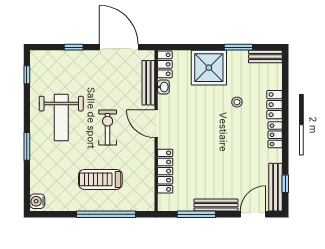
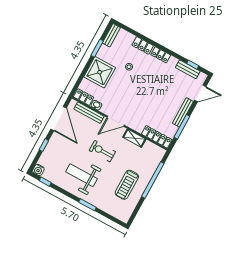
door: (119, 47) -> (59, 119), swing flipped
weight bench: (61, 118) -> (81, 175), turned 180
shelving: (147, 160) -> (134, 138), added
locker: (165, 171) -> (157, 137), moved
treadmill: (100, 179) -> (127, 185), moved
bench: (276, 187) -> (188, 69), width x0.73
water cooler: (37, 201) -> (38, 170), moved
door: (253, 214) -> (200, 93), swing flipped

